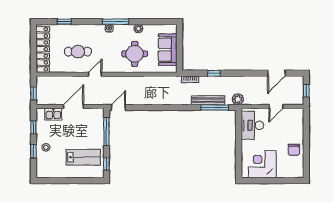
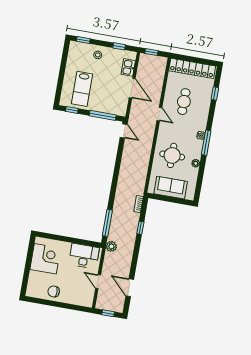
bench: (208, 100) -> (116, 218), removed
window: (33, 151) -> (83, 40), moved

